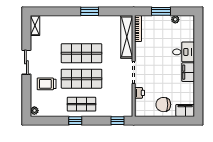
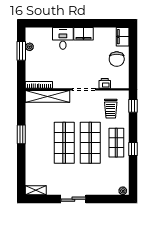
window: (161, 11) -> (21, 51), moved
trolley: (47, 84) -> (111, 109), moved

